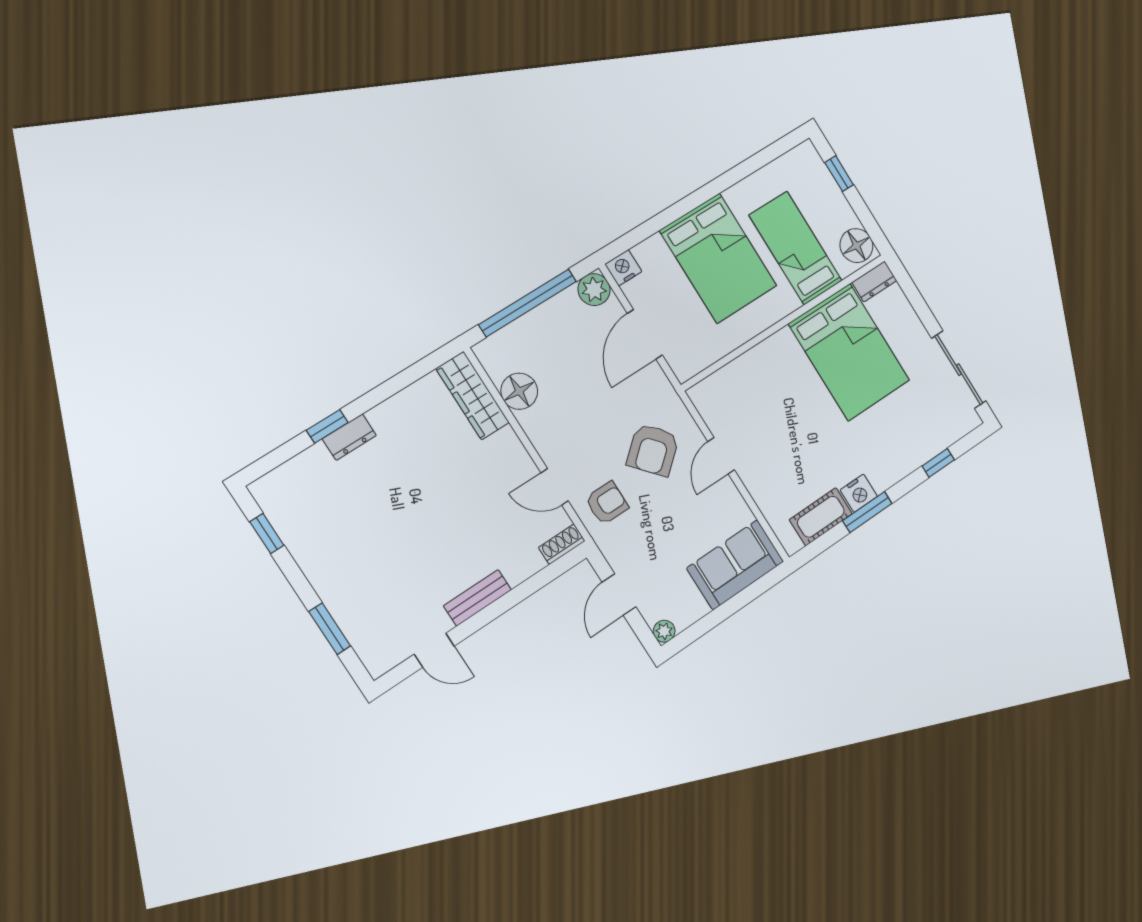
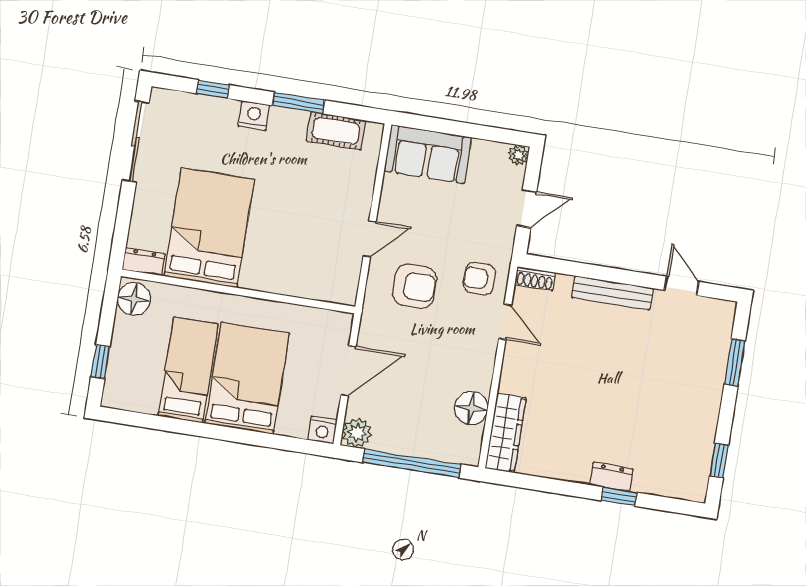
bed: (796, 248) -> (188, 370), moved, turned 180
armchair: (653, 450) -> (414, 286), turned 41
nightstand: (859, 493) -> (254, 116), moved
bench: (477, 598) -> (612, 293), width x1.36

